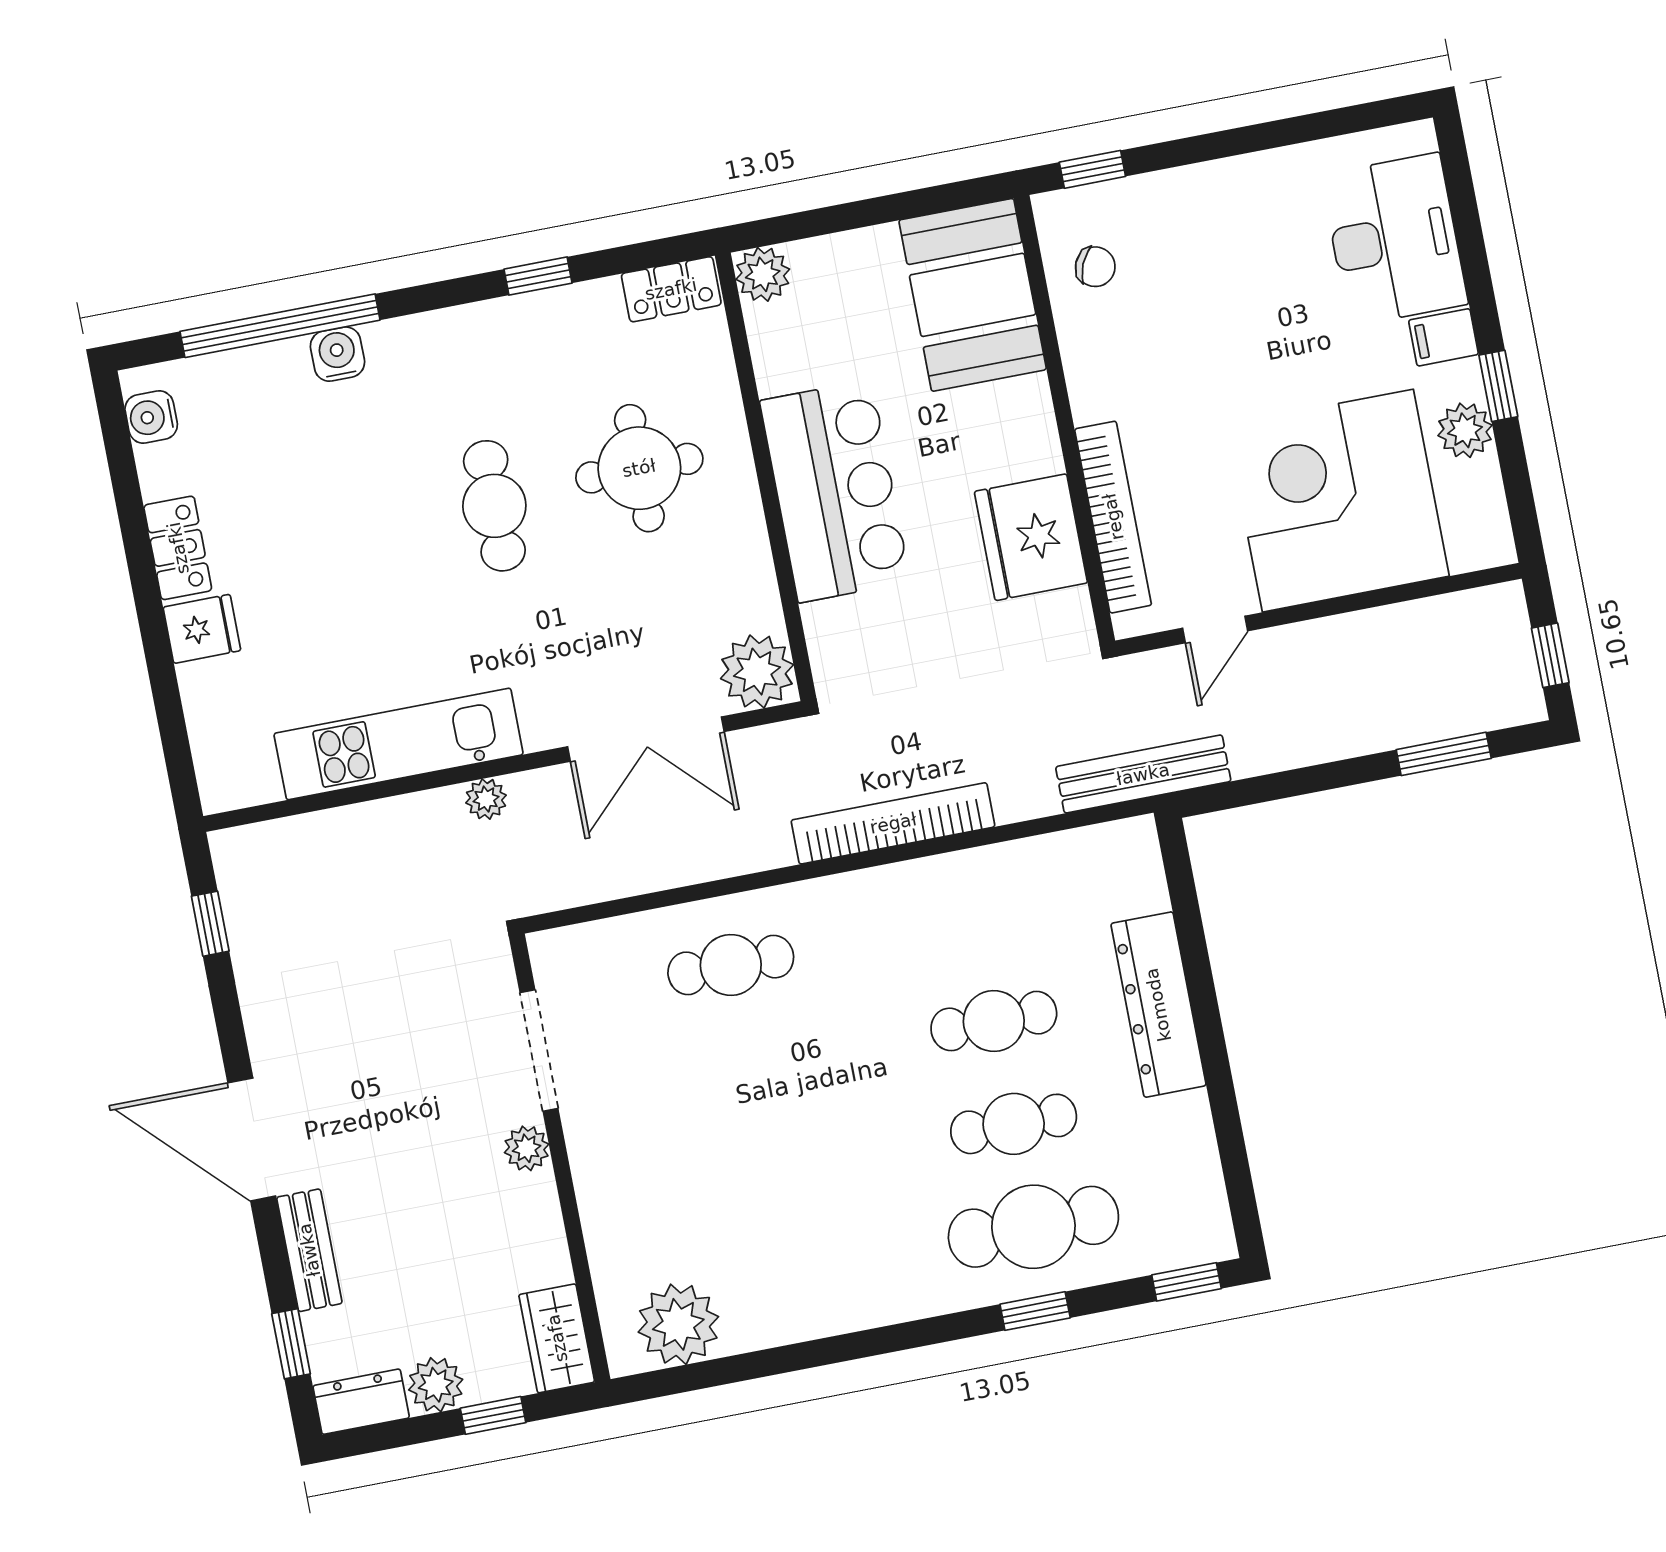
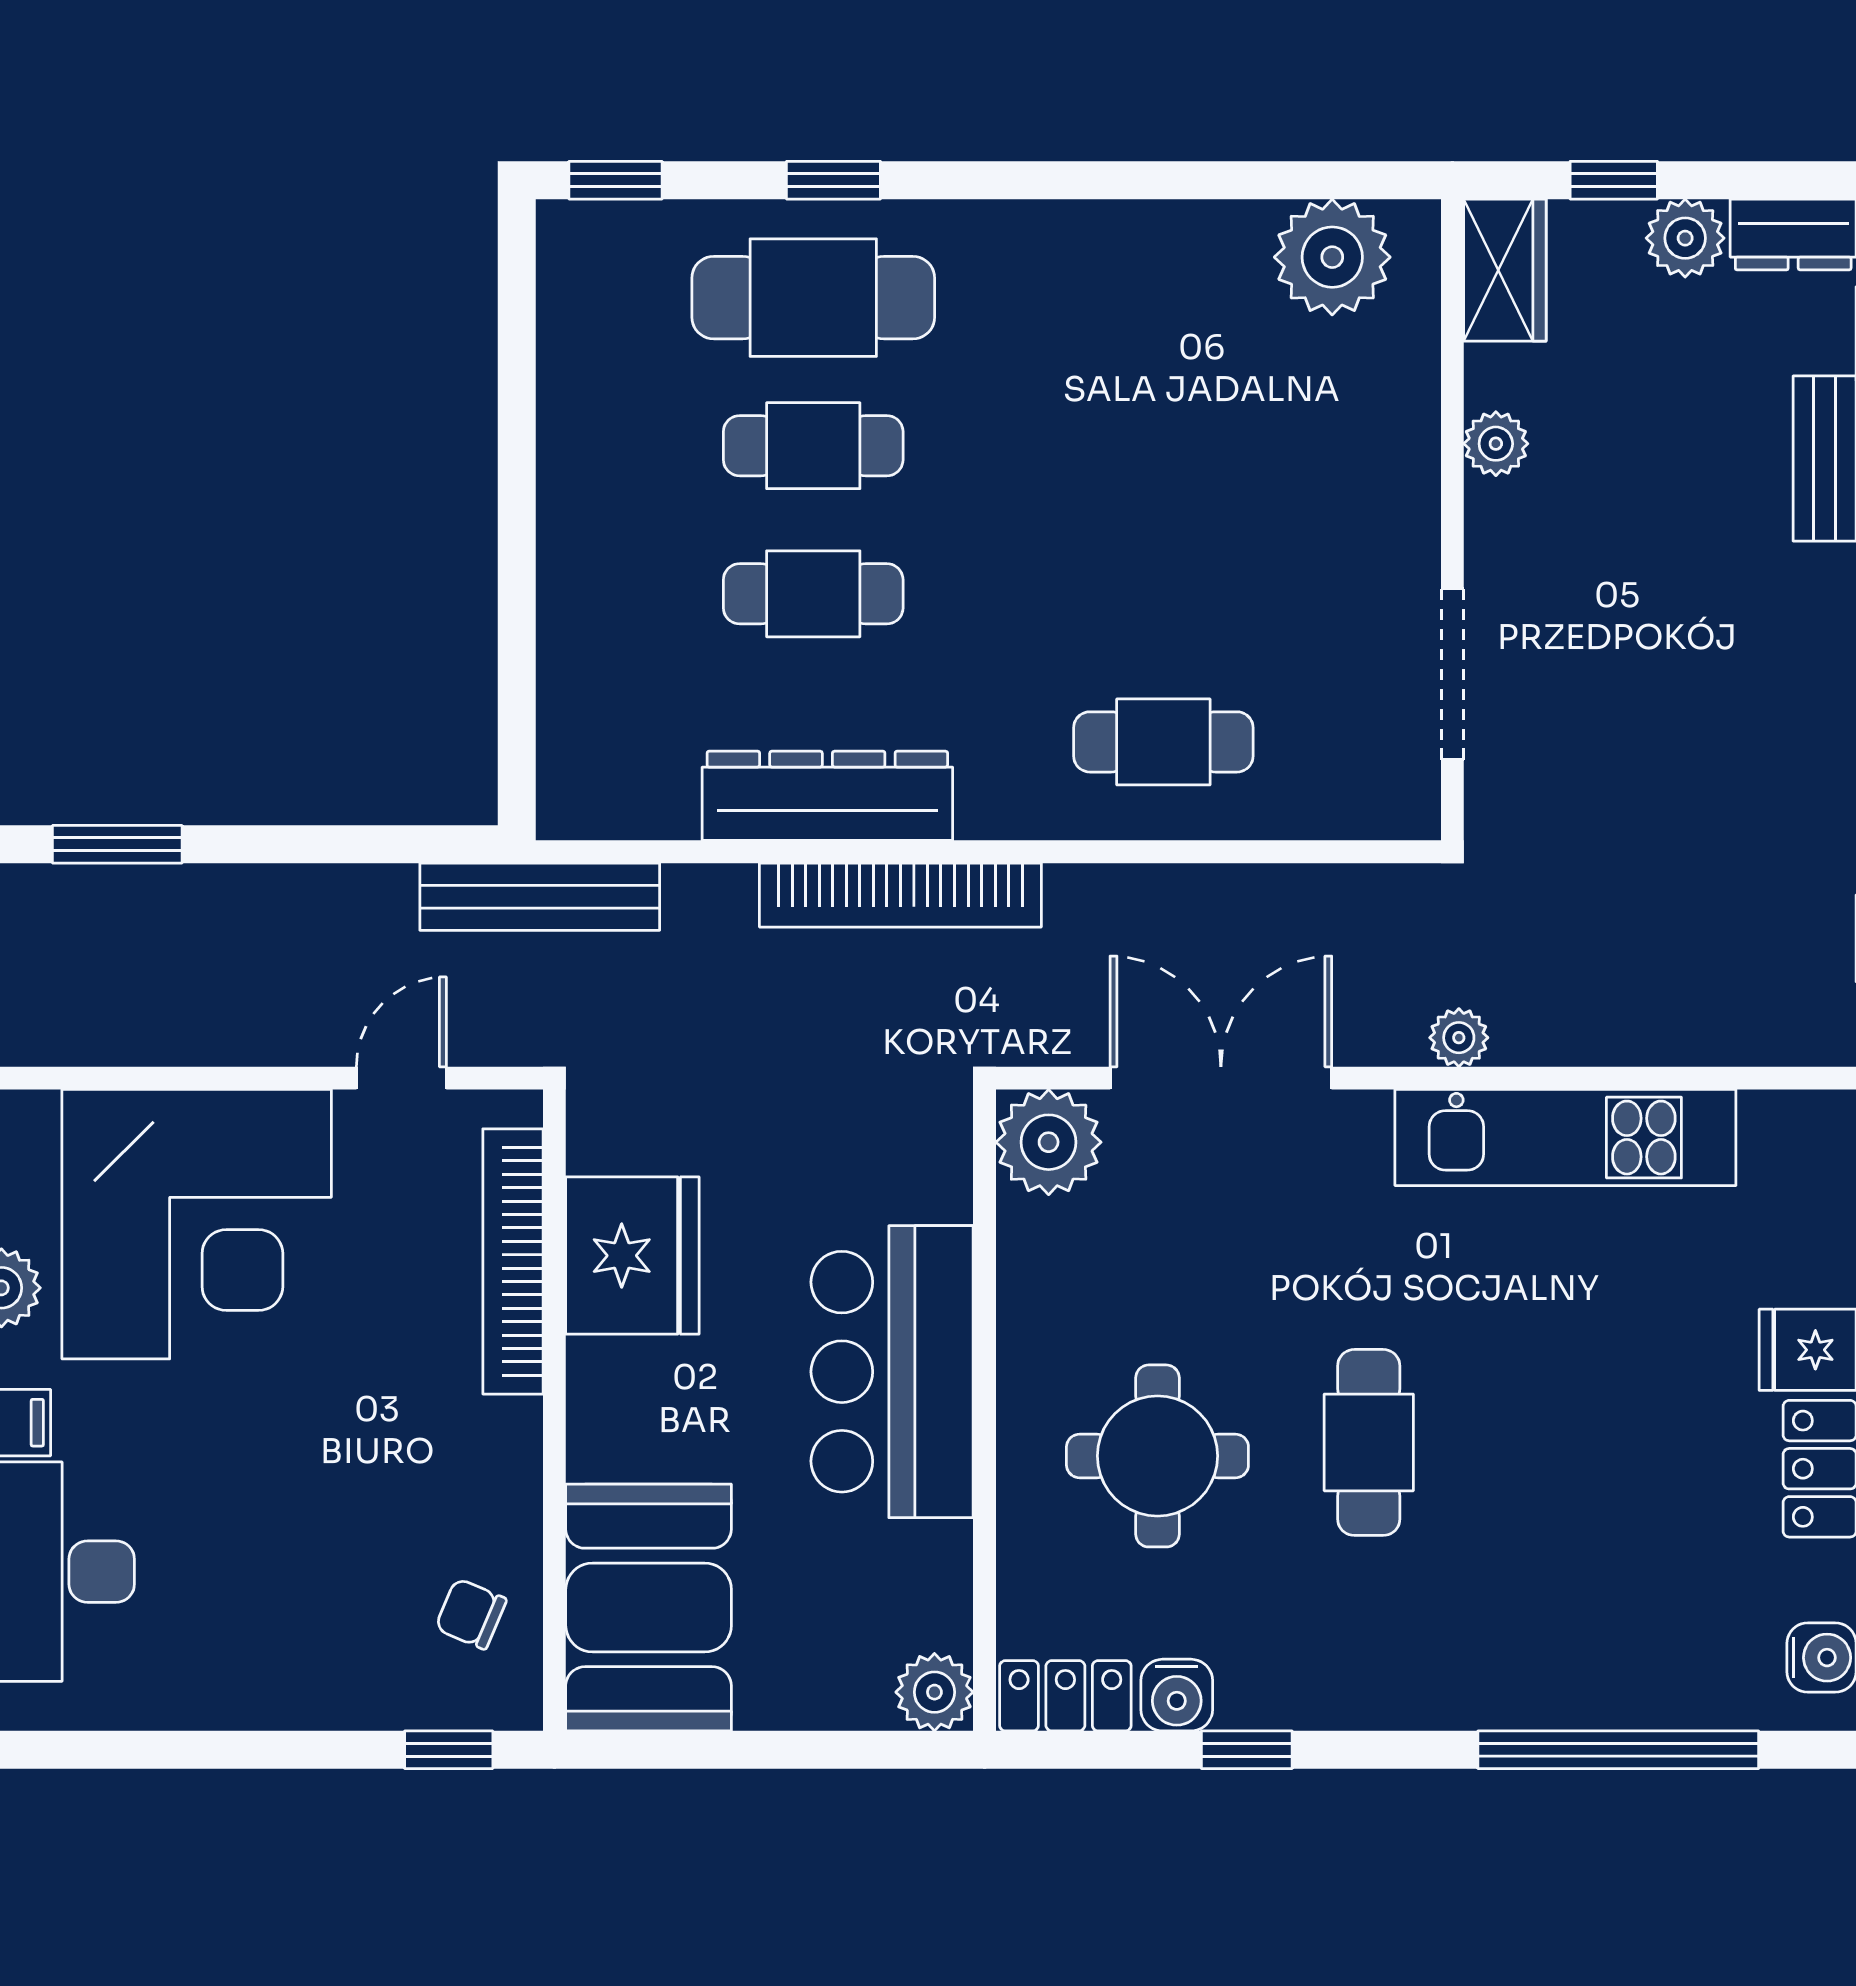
water cooler: (337, 354) -> (1177, 1695), moved
dresser: (1158, 1005) -> (827, 796), moved, turned -90
plant: (527, 1148) -> (1496, 444), moved

